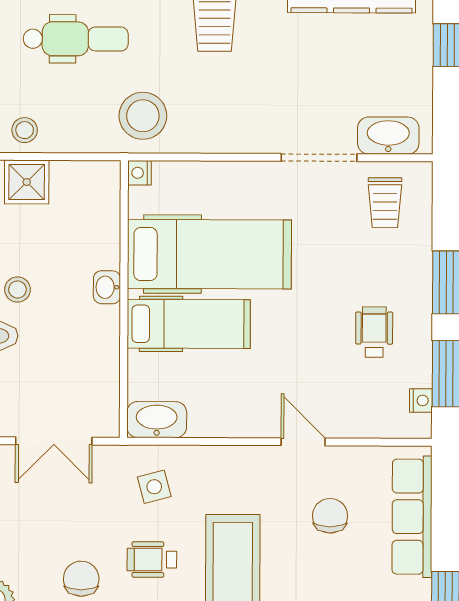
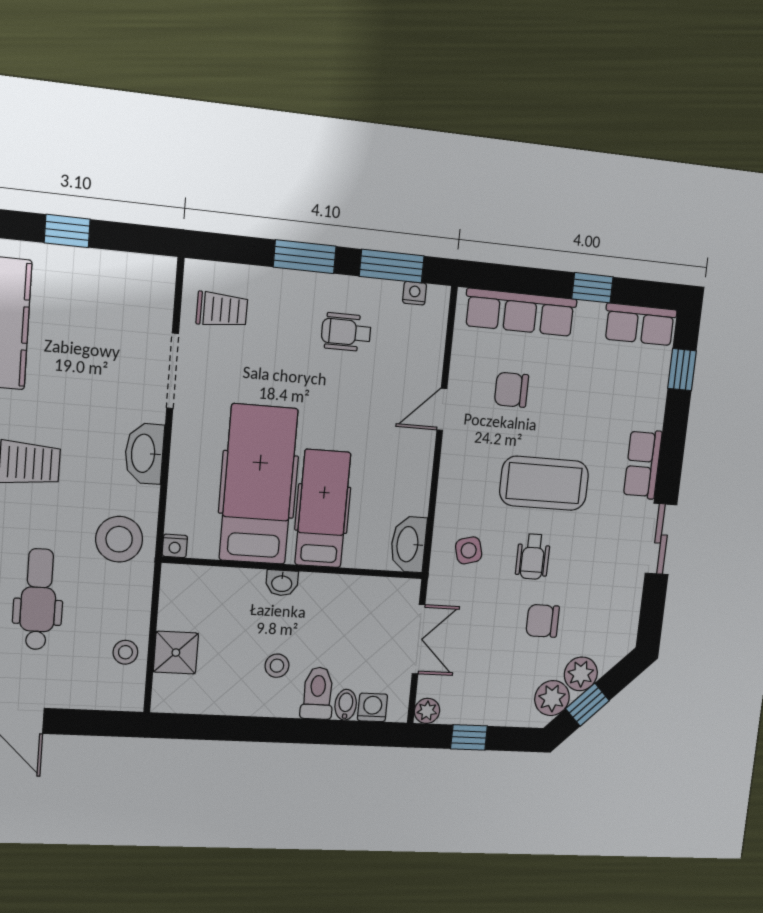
washbasin: (388, 136) -> (144, 453), moved

